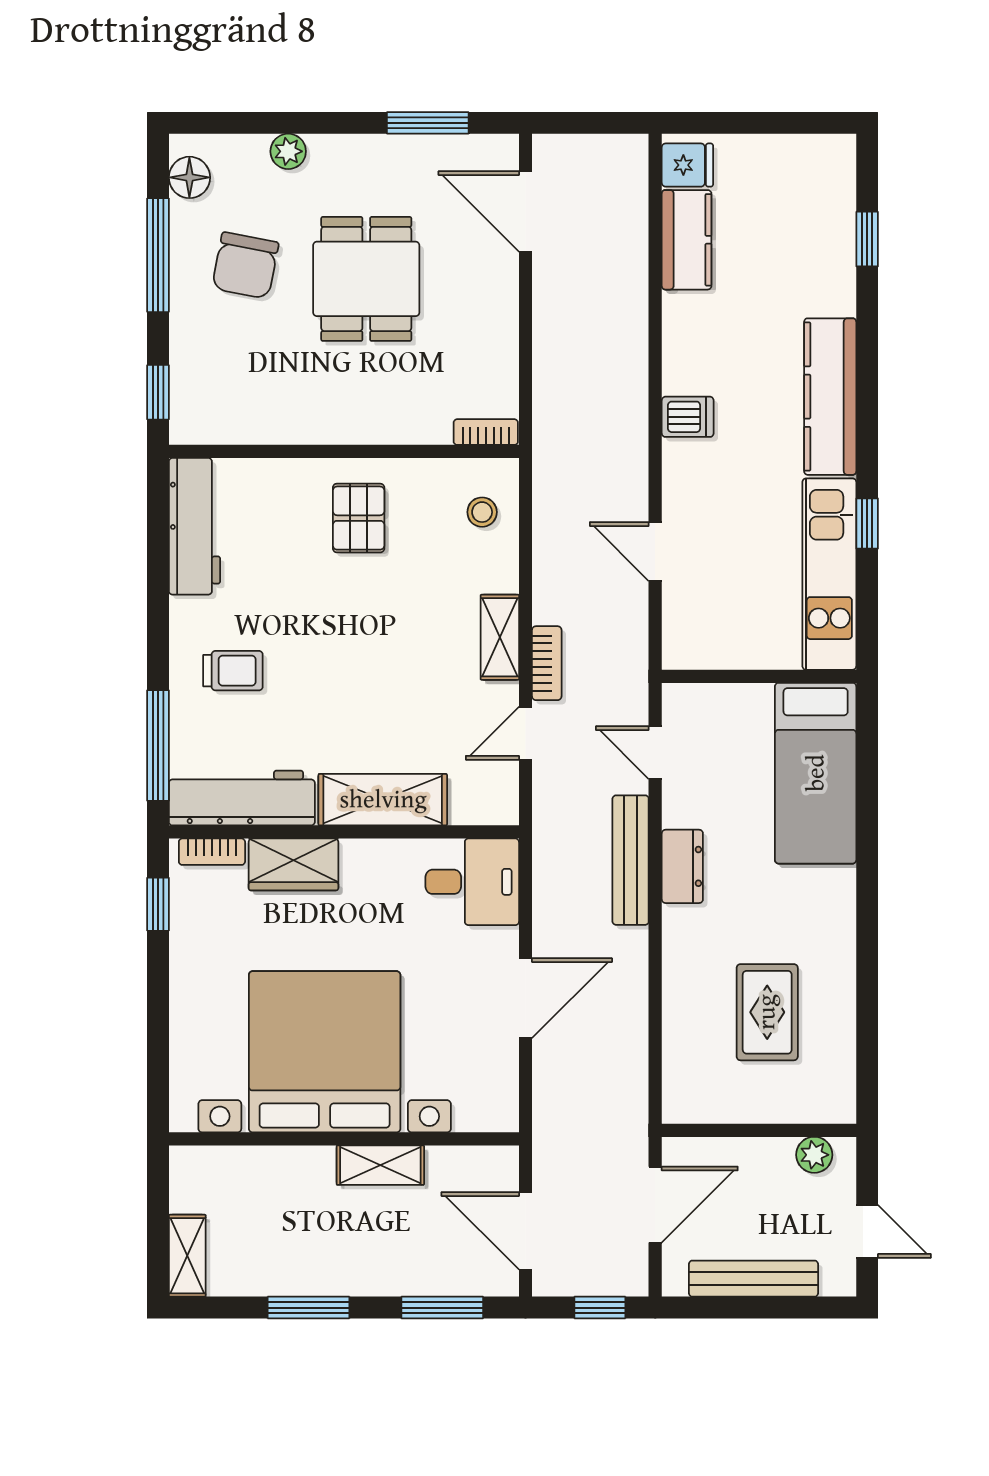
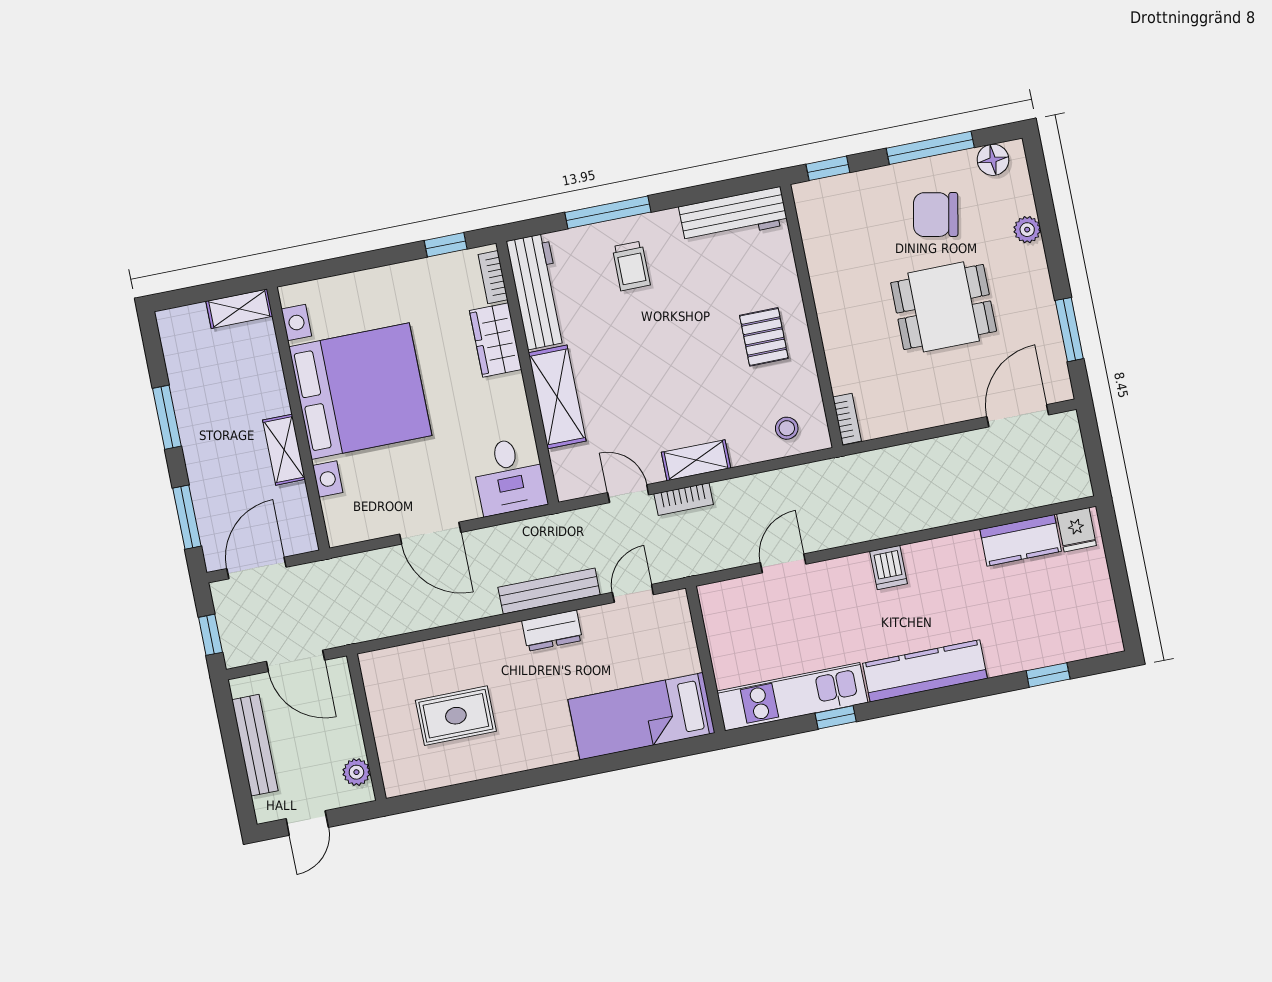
pallet: (359, 518) -> (764, 337), turned 90
window: (158, 745) -> (608, 212), moved
shelving: (187, 1256) -> (239, 309), moved

